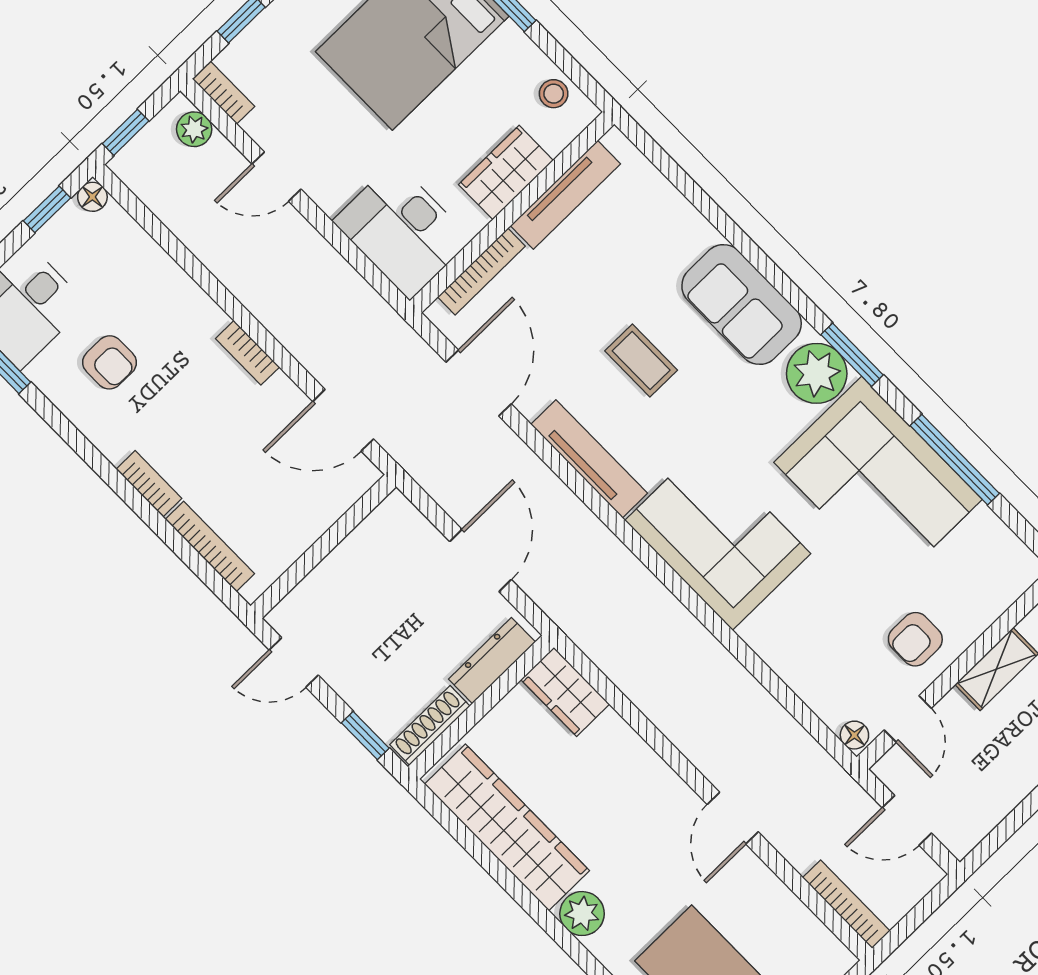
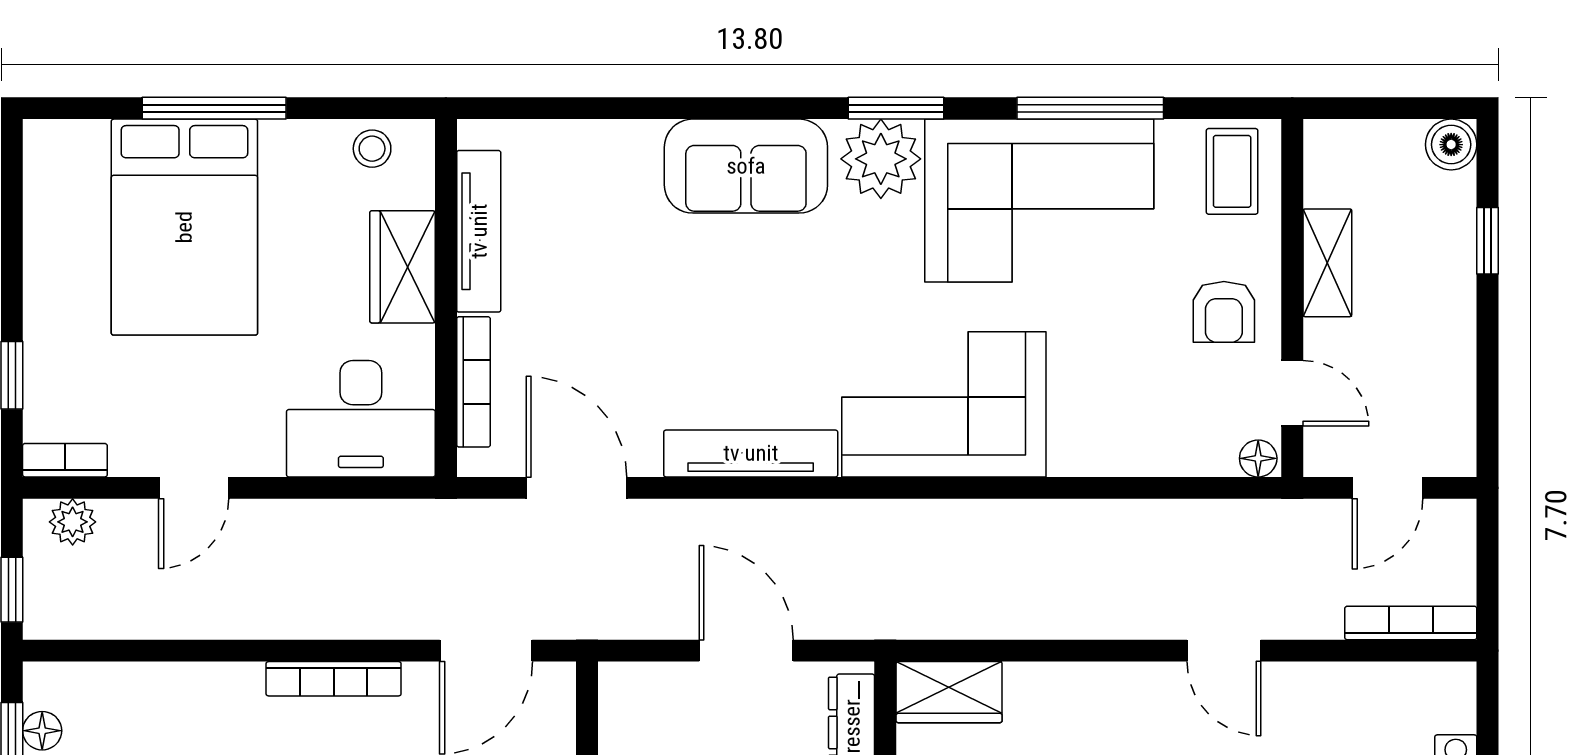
floor lamp: (92, 197) -> (42, 731), moved
bookcase: (247, 353) -> (334, 679), width x1.56
coffee table: (641, 361) -> (1232, 171), moved, turned 90

